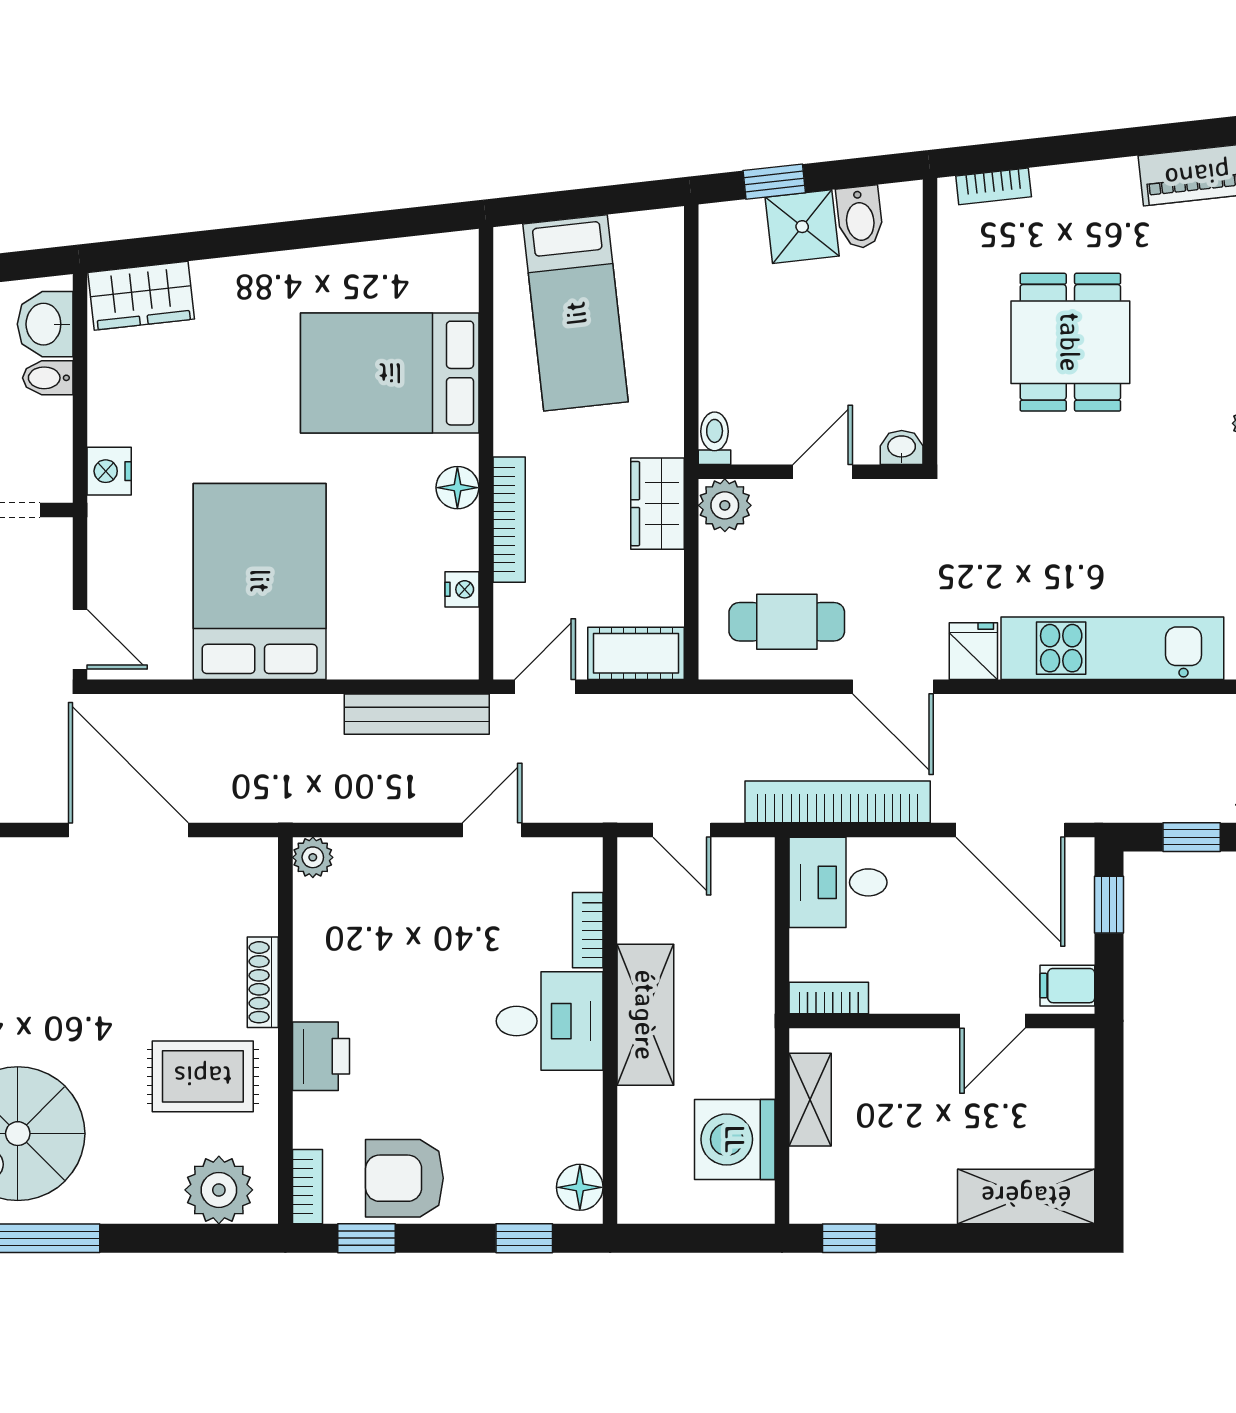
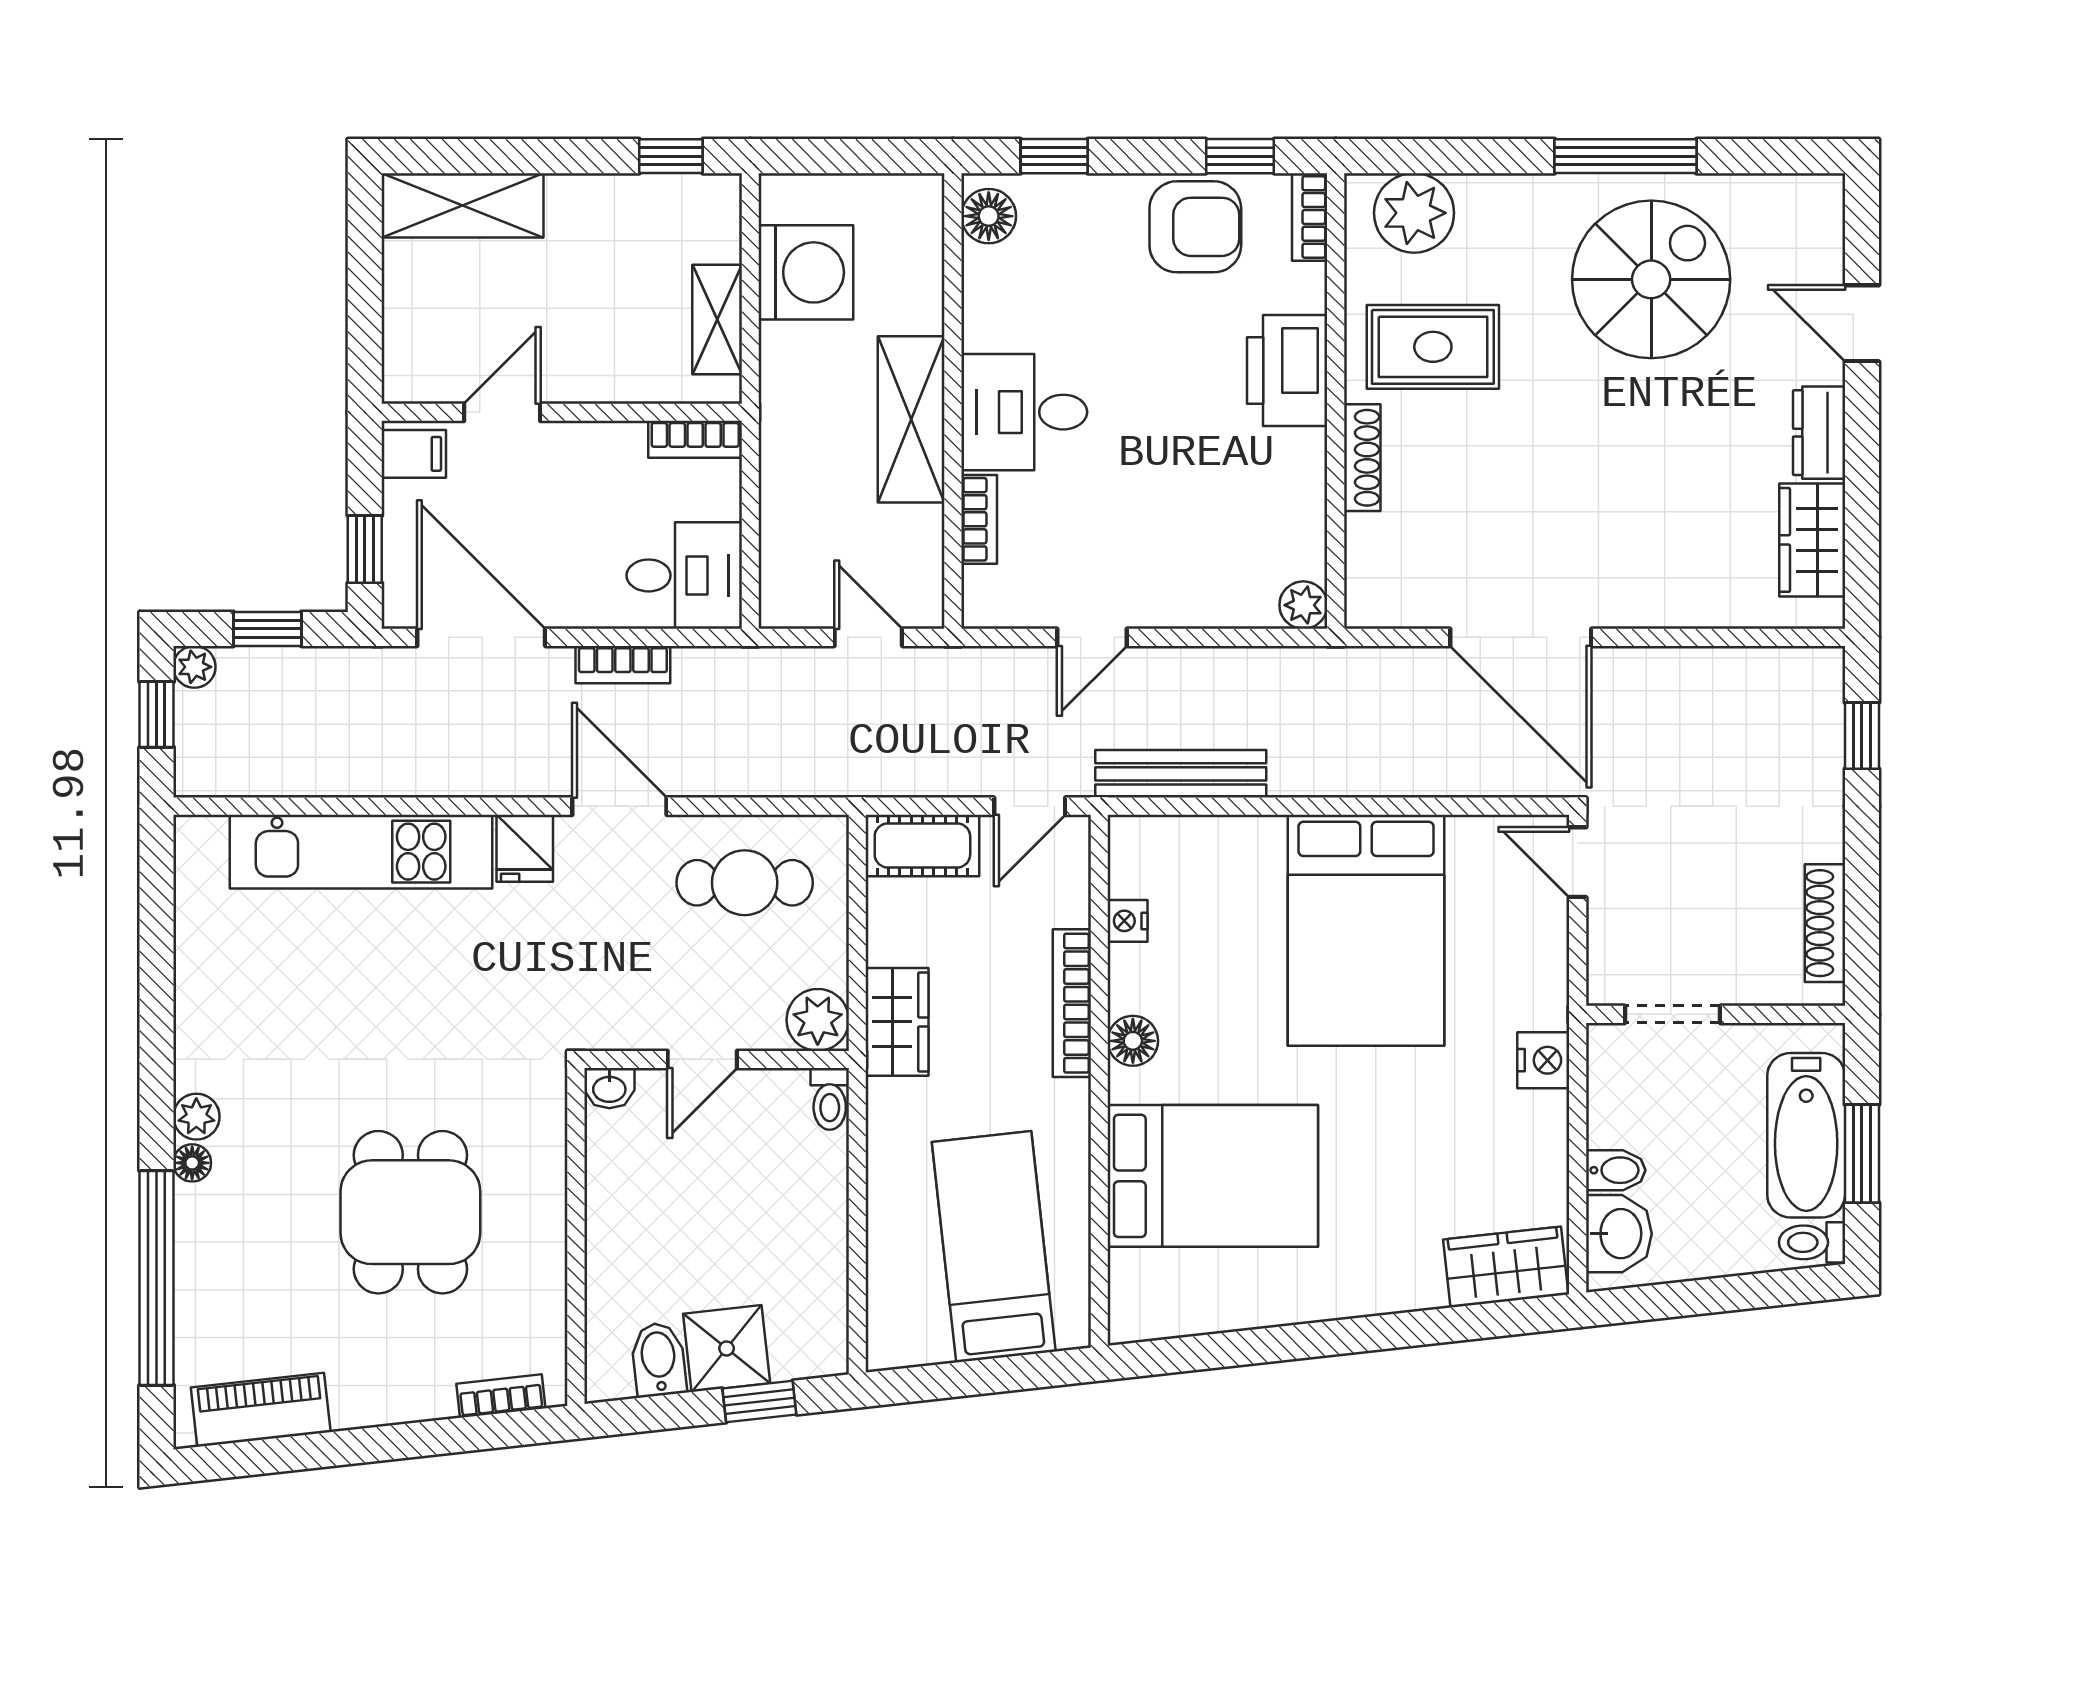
bookcase: (838, 802) -> (623, 665), width x0.43, depth x0.76
printer: (321, 1056) -> (1287, 371), width x1.37, depth x1.19

